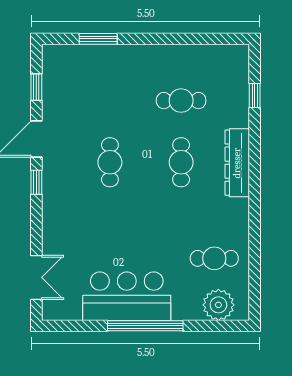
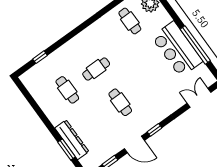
cafe table: (110, 162) -> (120, 102), turned 90
dresser: (237, 163) -> (72, 140), moved, turned -90
window: (145, 326) -> (195, 45), moved

